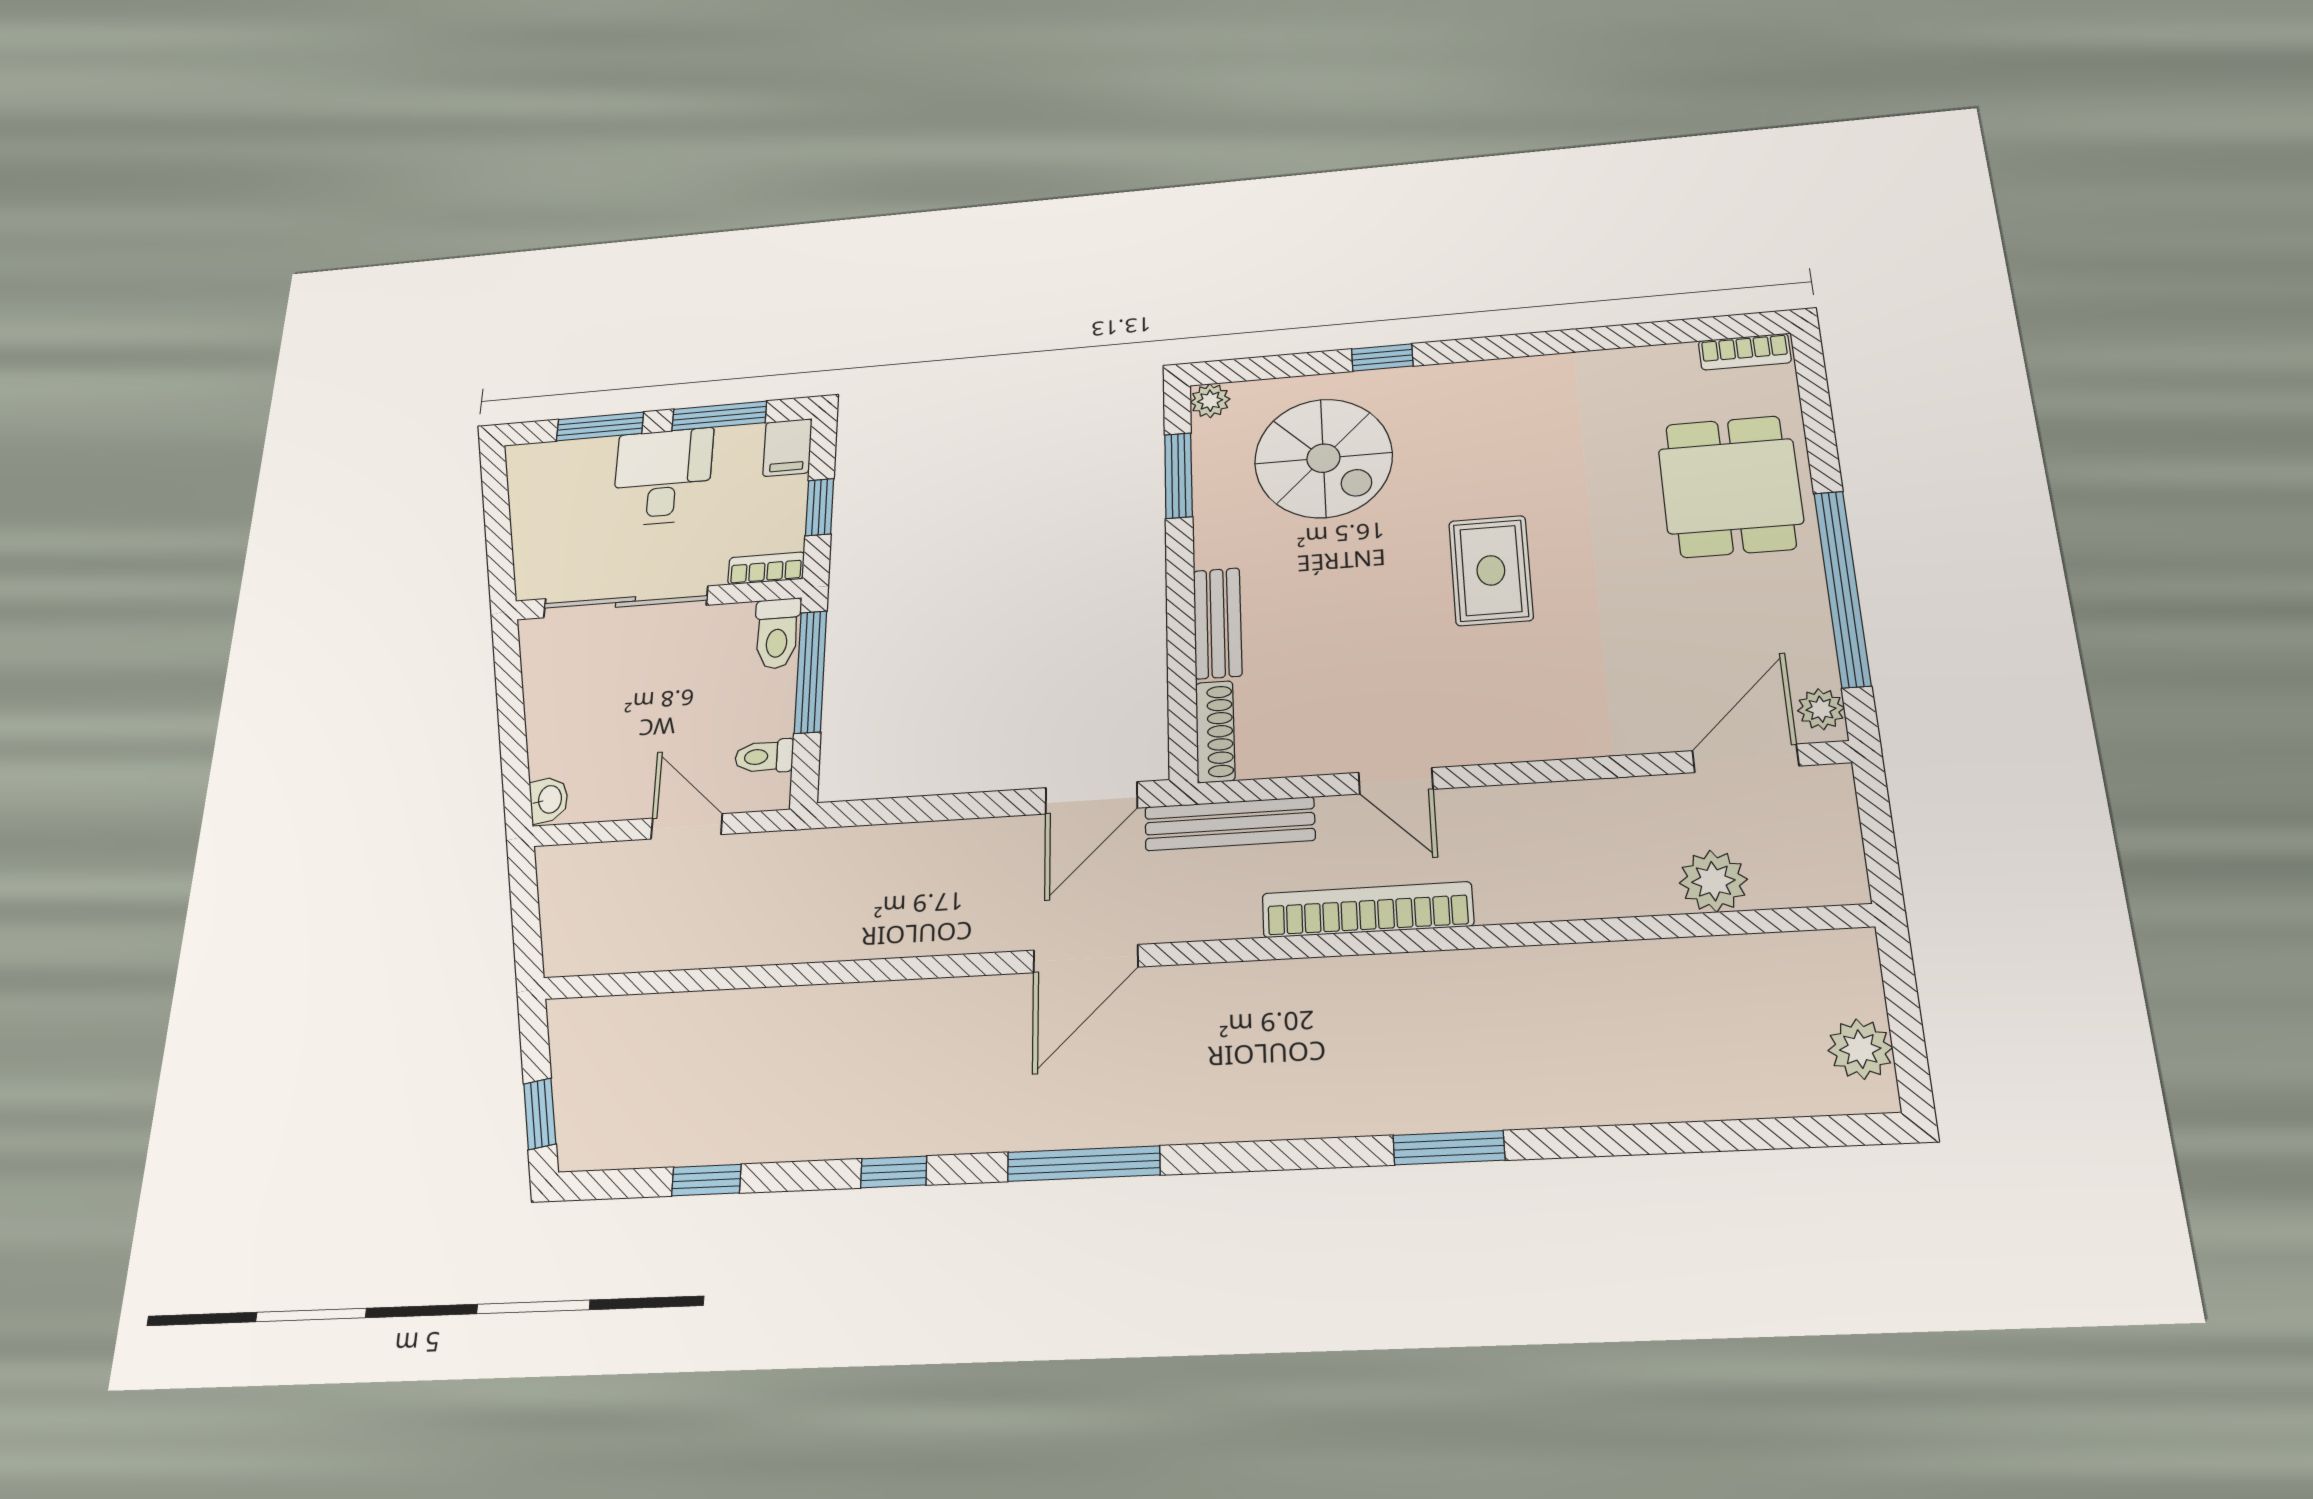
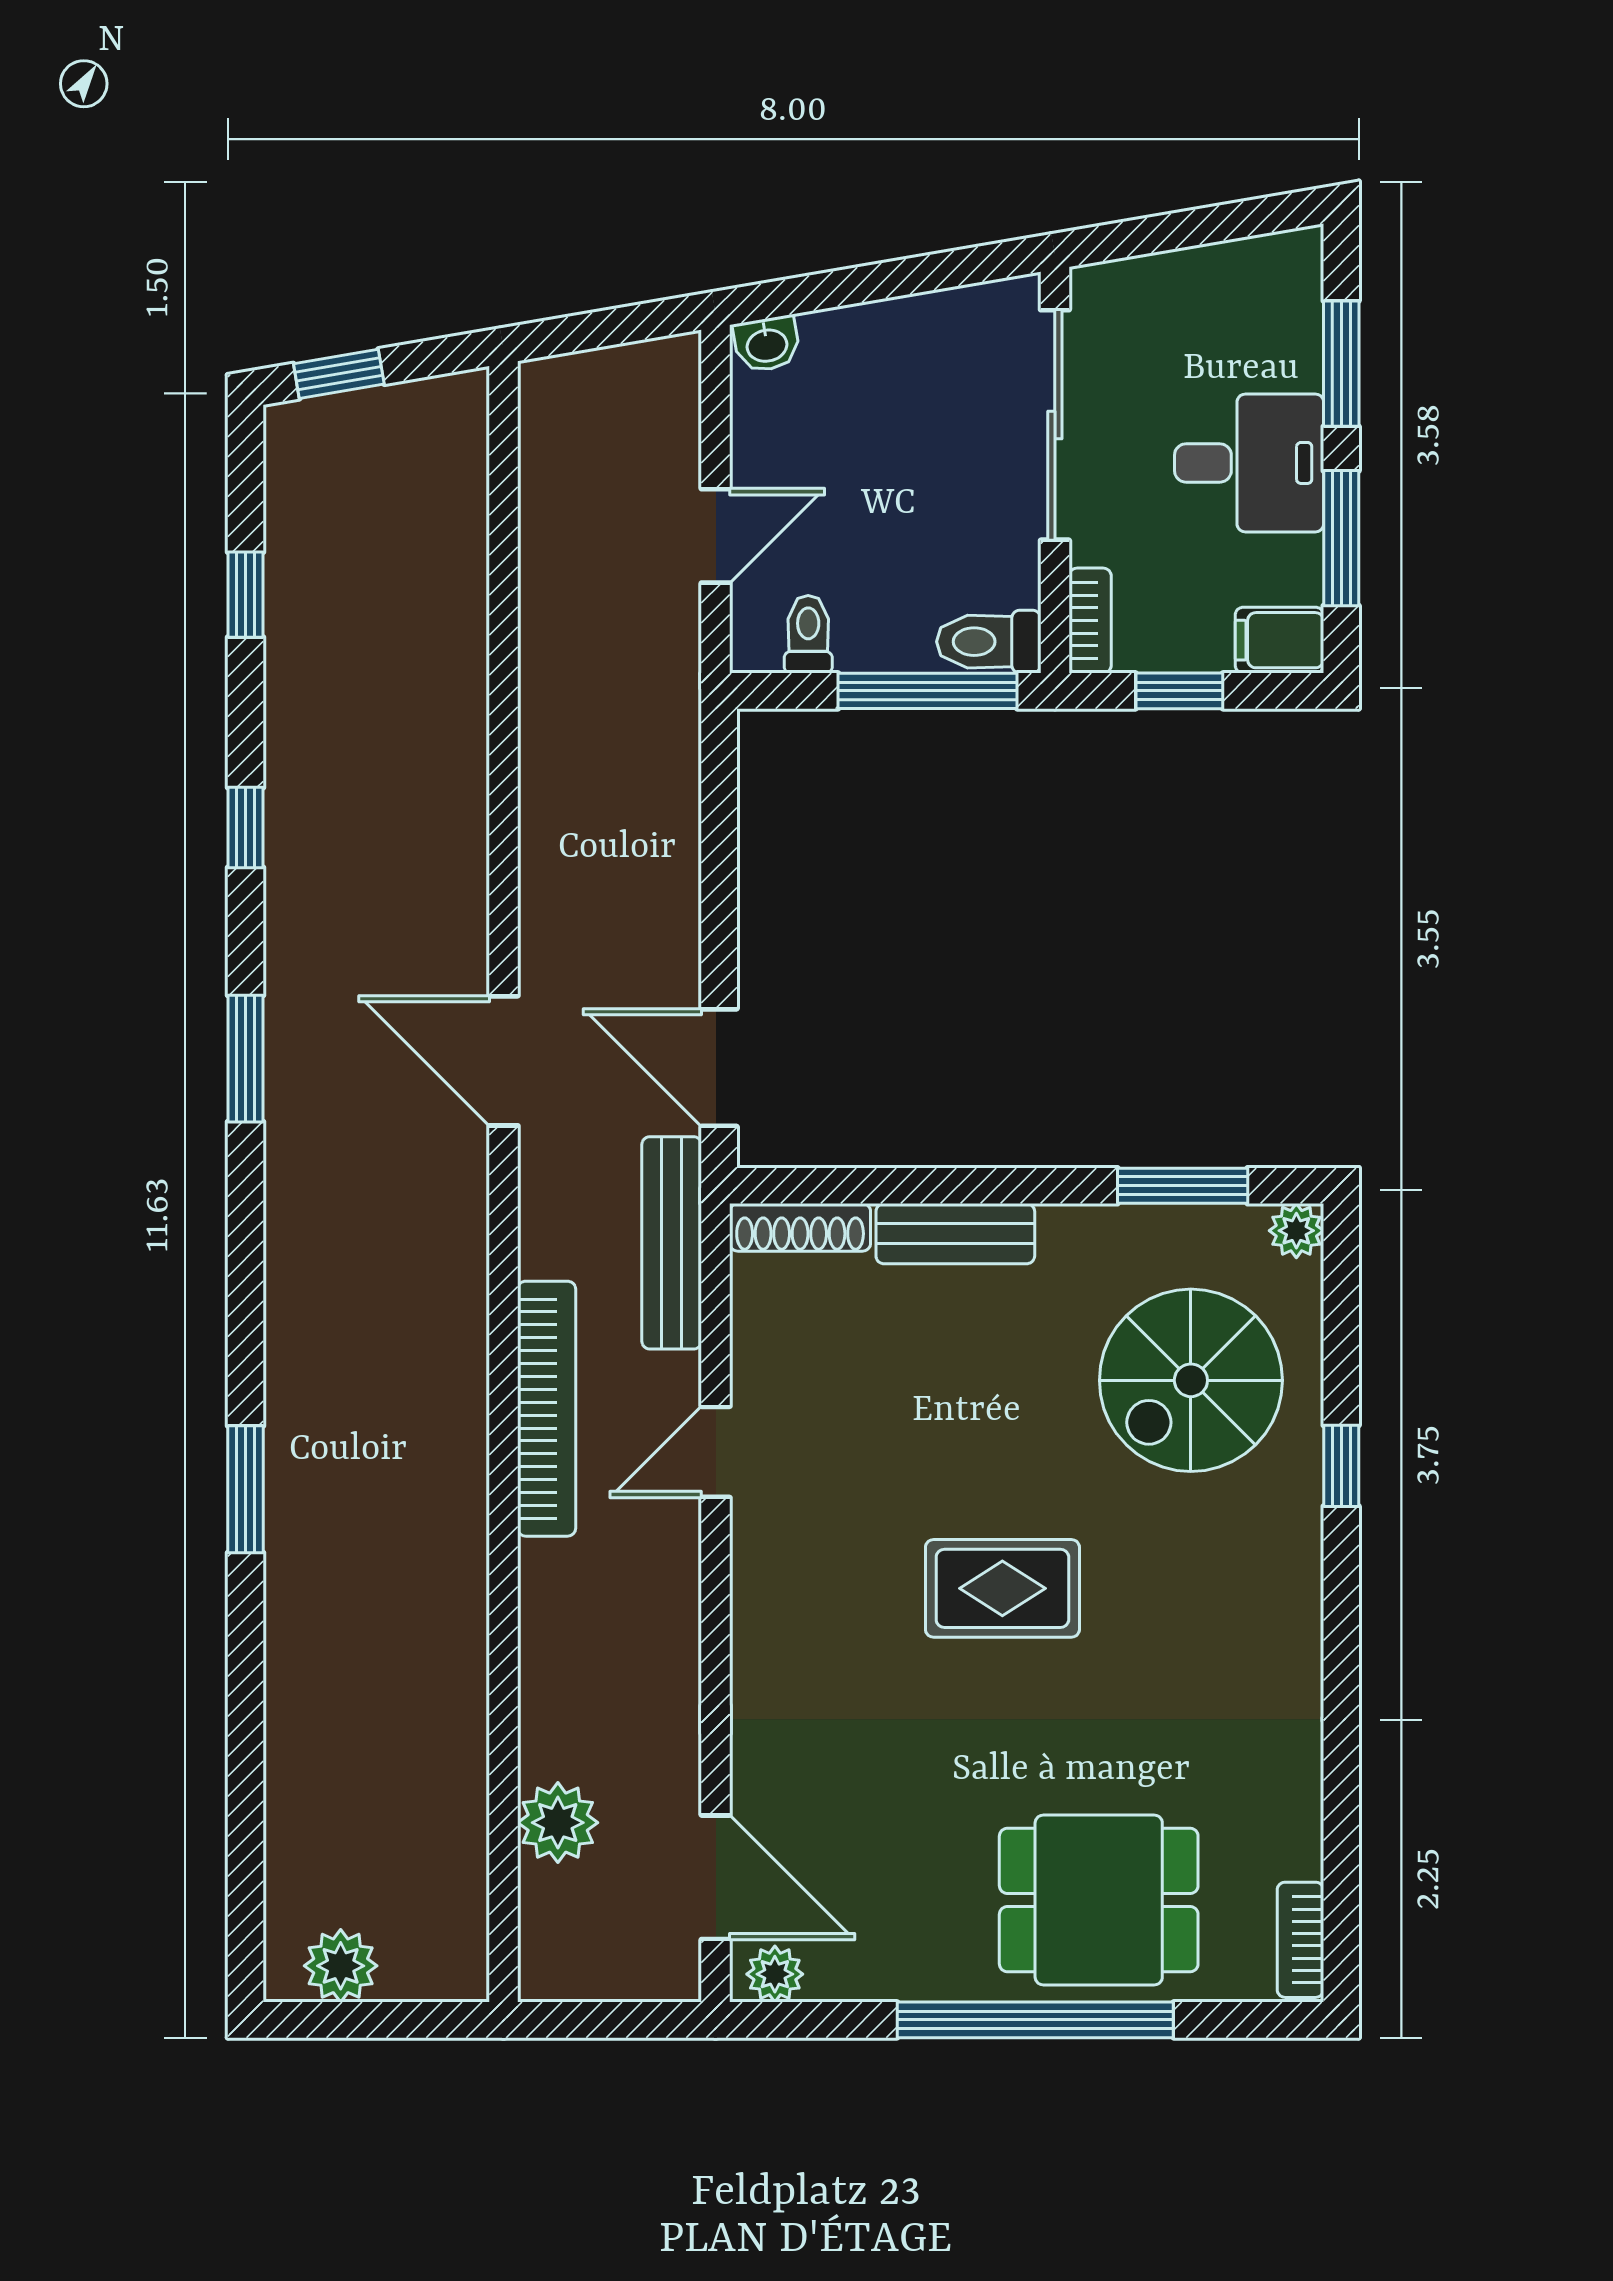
window: (1842, 588) -> (1035, 2020), moved
window: (1084, 1164) -> (245, 1059), width x0.69

